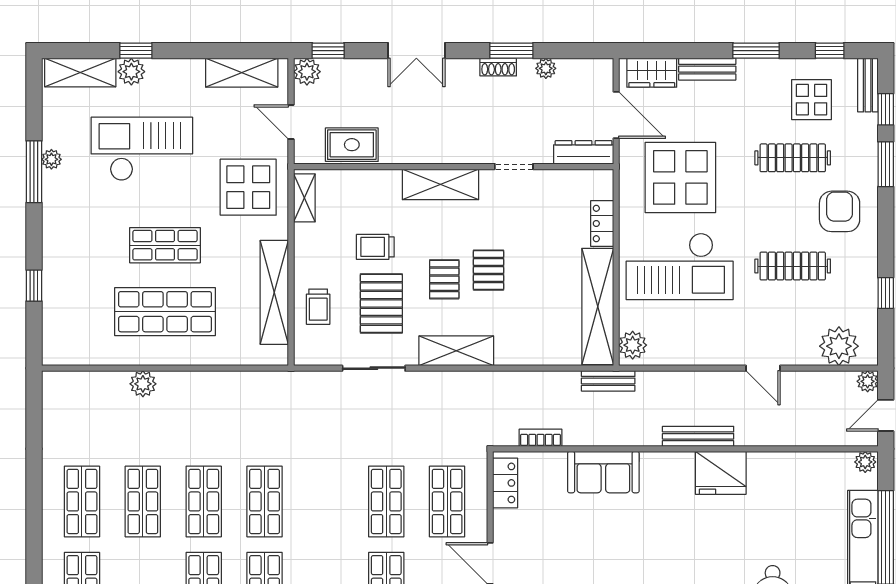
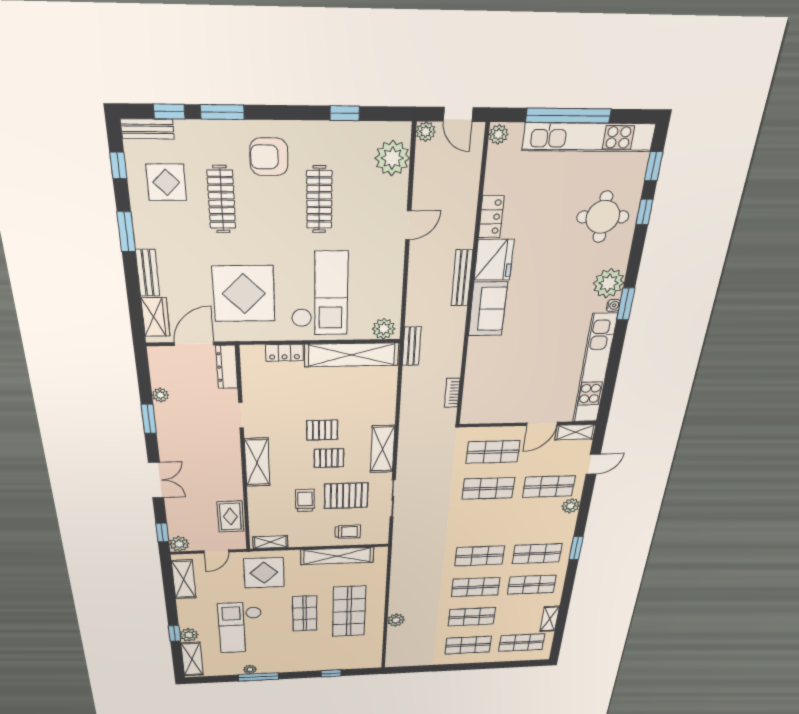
shoe rack: (498, 67) -> (163, 427), removed
trolley: (375, 247) -> (305, 500), turned 180
sofa: (603, 472) -> (488, 309), moved
locker: (505, 483) -> (491, 217), moved, turned 90

